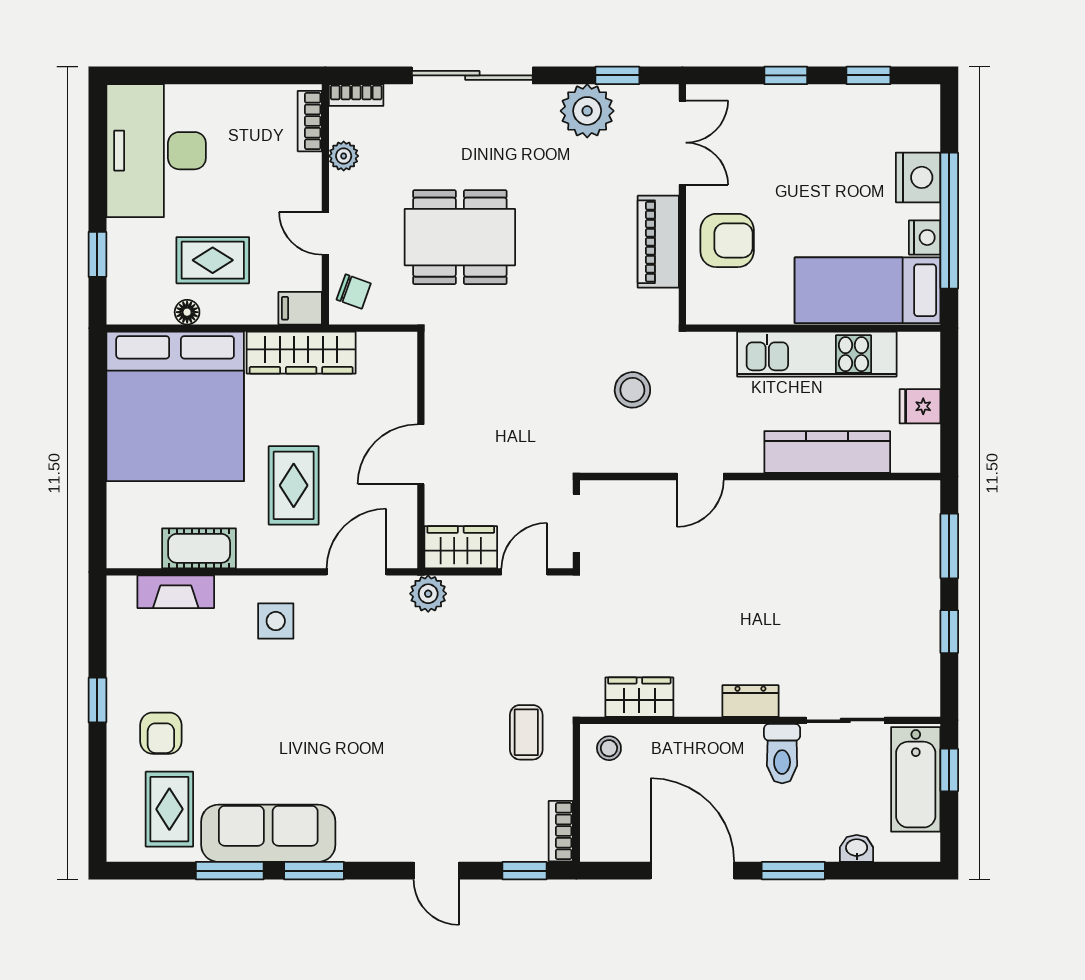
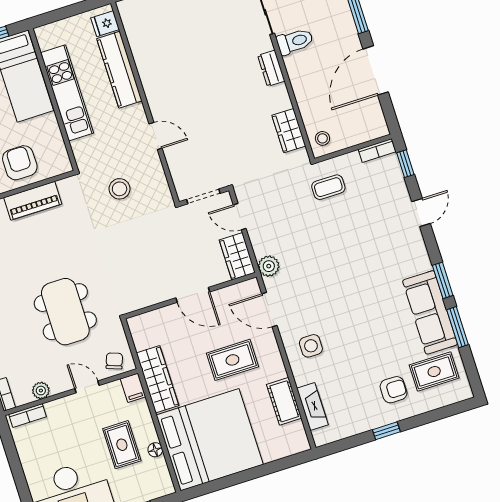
door: (325, 233) -> (87, 387), swing flipped
fridge: (920, 406) -> (105, 24), moved, turned 90

